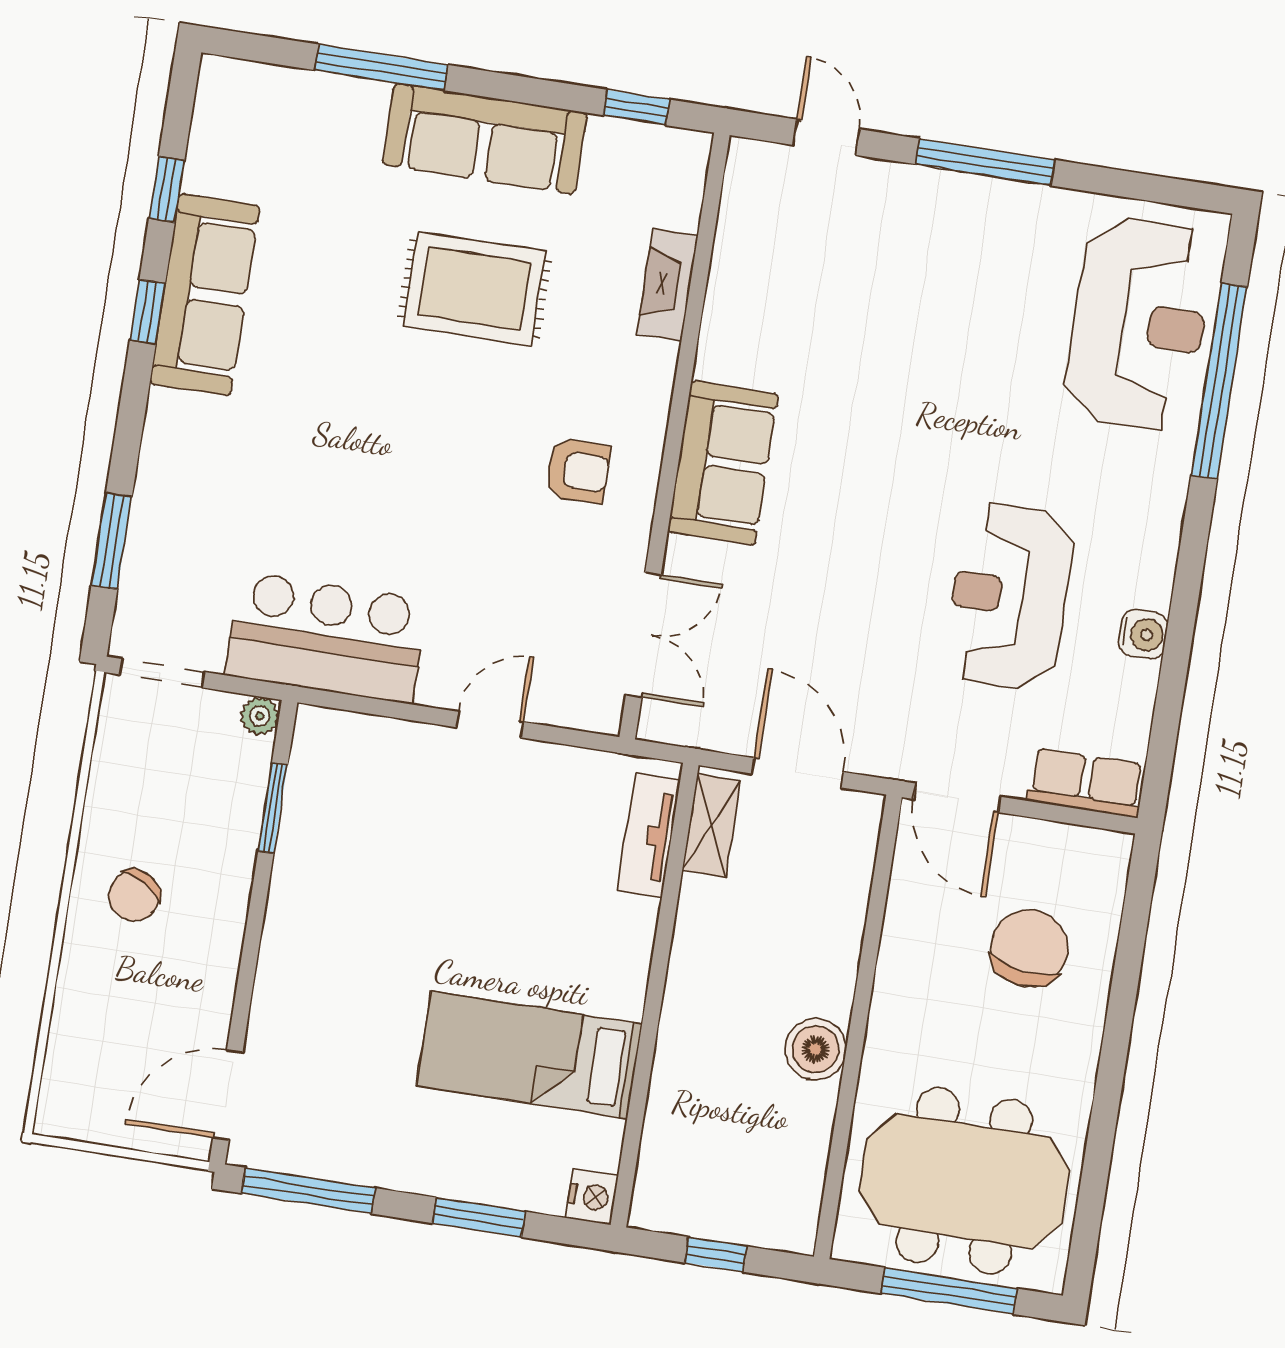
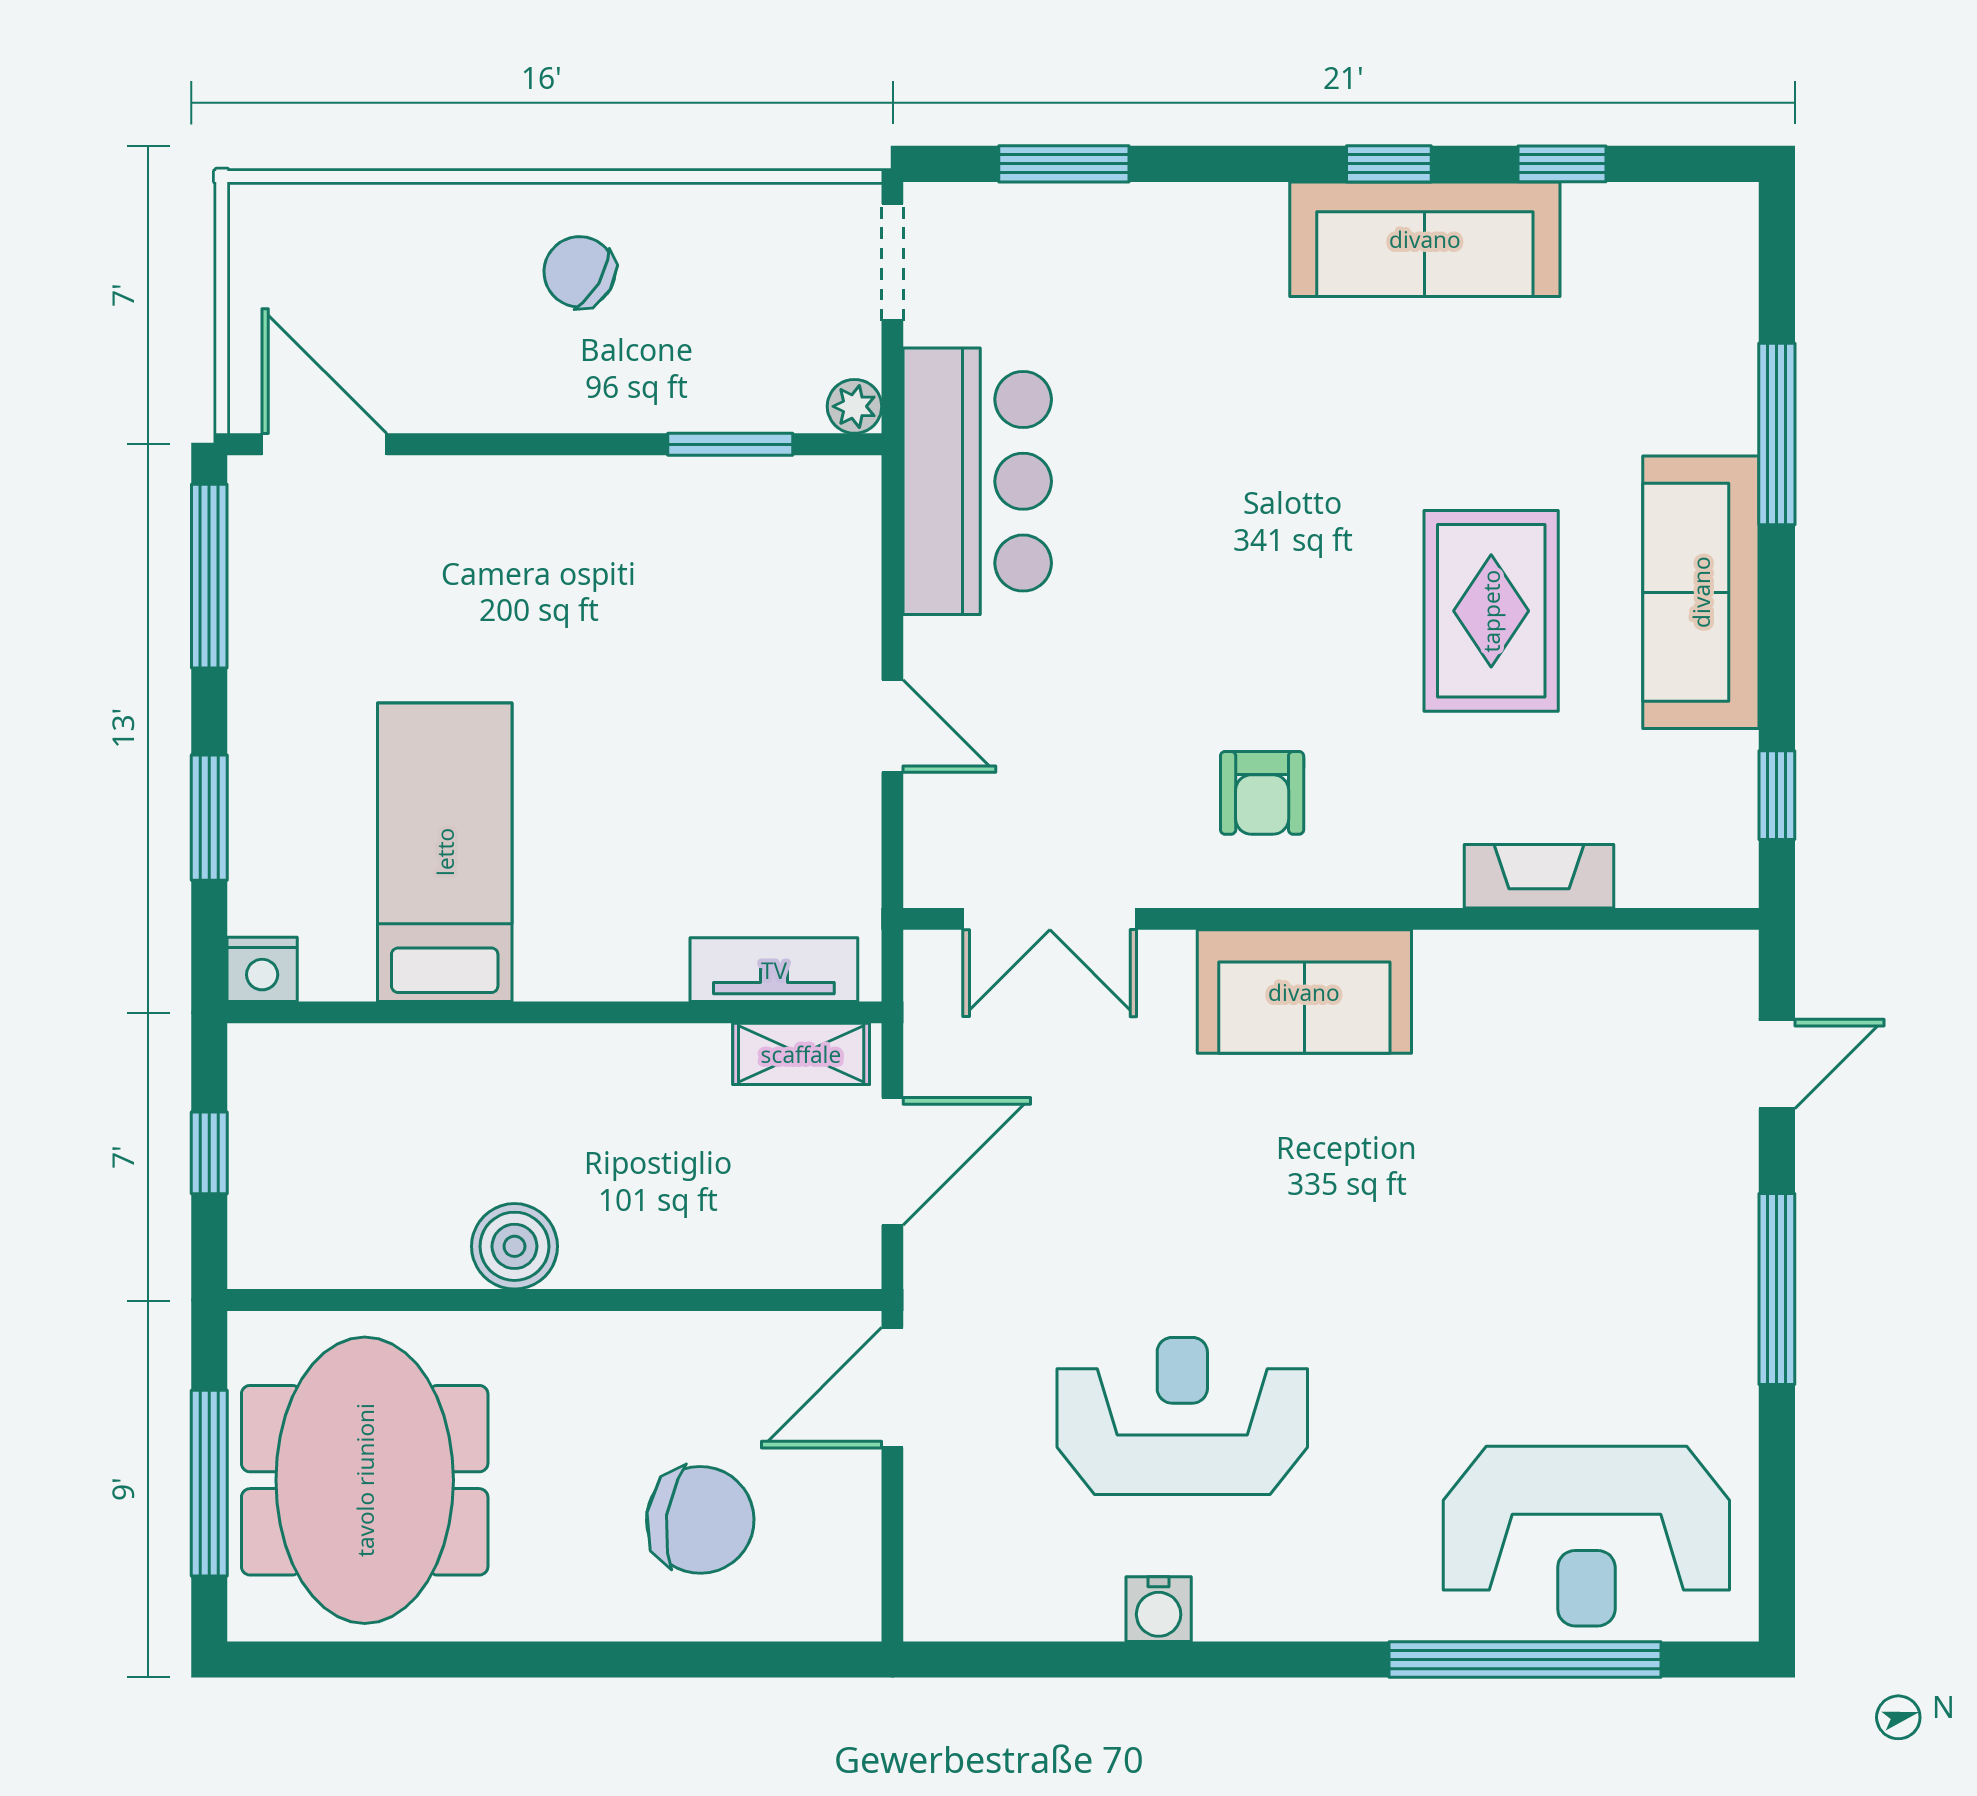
row of seats: (1086, 783) -> (941, 1562), removed

